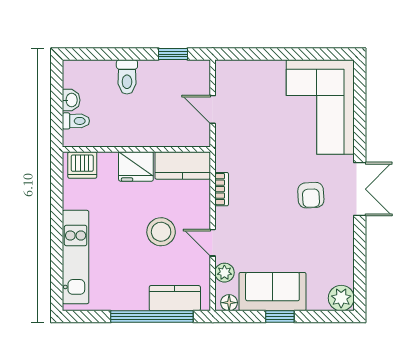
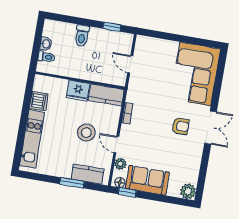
dishwasher: (82, 165) -> (39, 101), moved, turned -90
armchair: (311, 195) -> (180, 126), turned -87
window: (152, 317) -> (72, 183), width x0.47
window: (280, 317) -> (127, 192), moved

